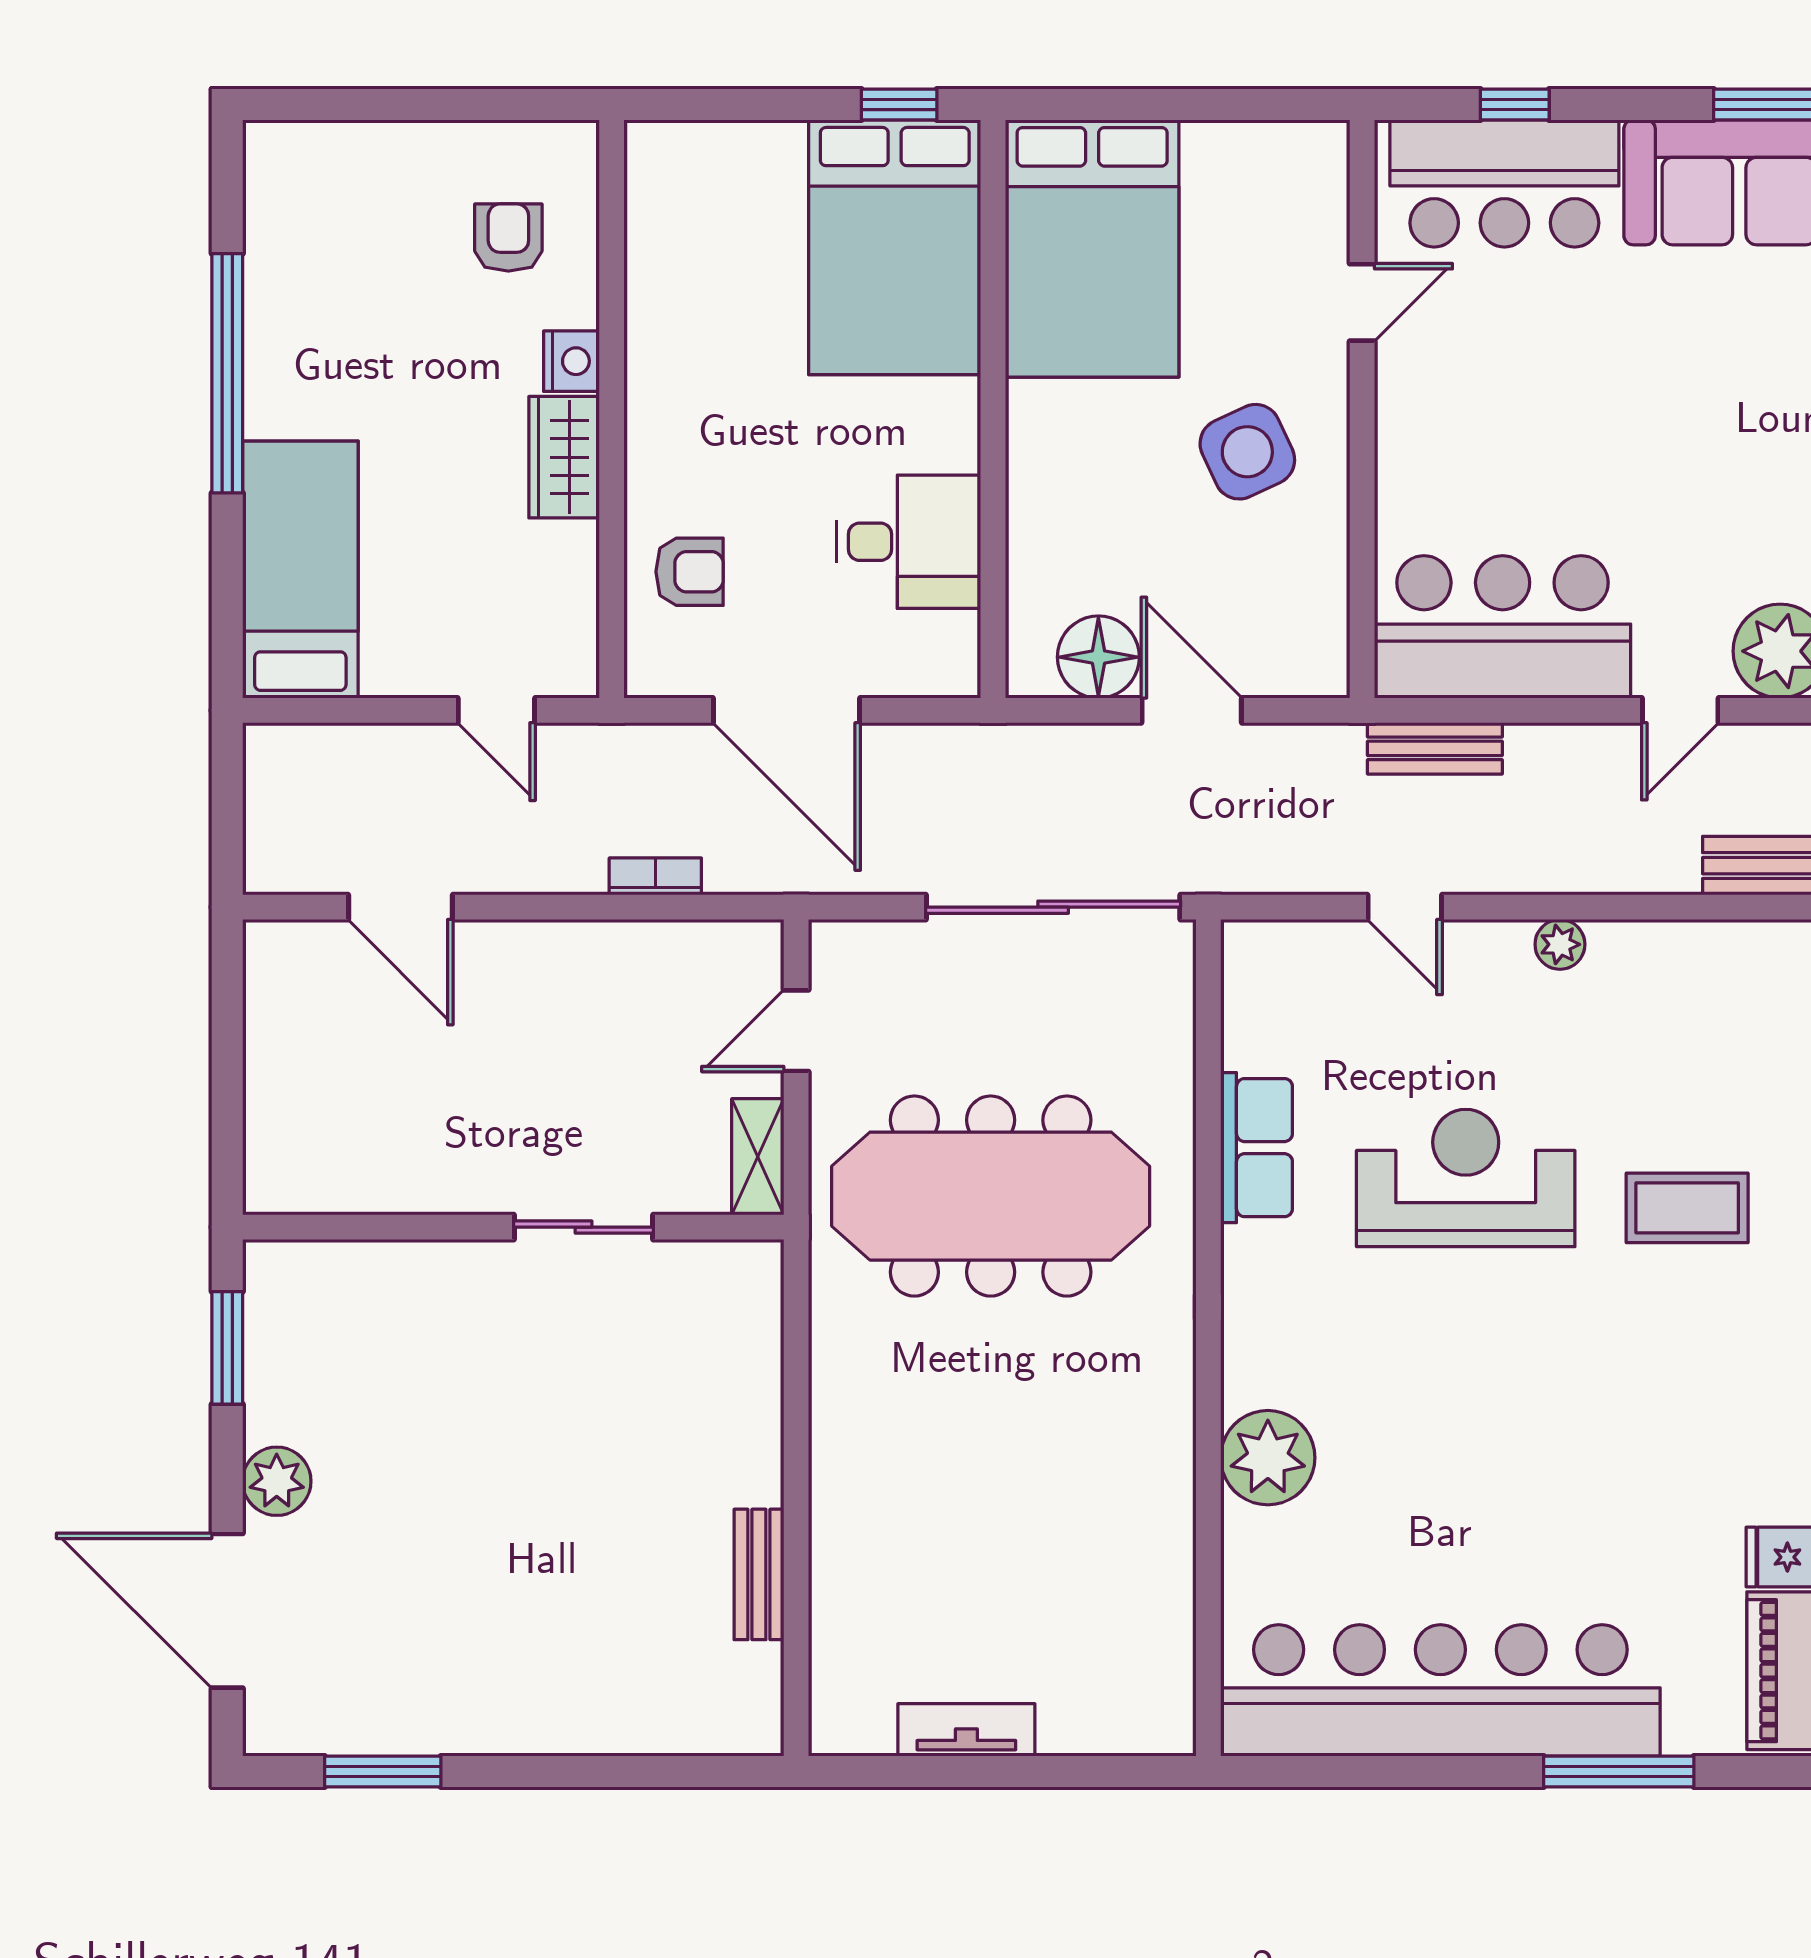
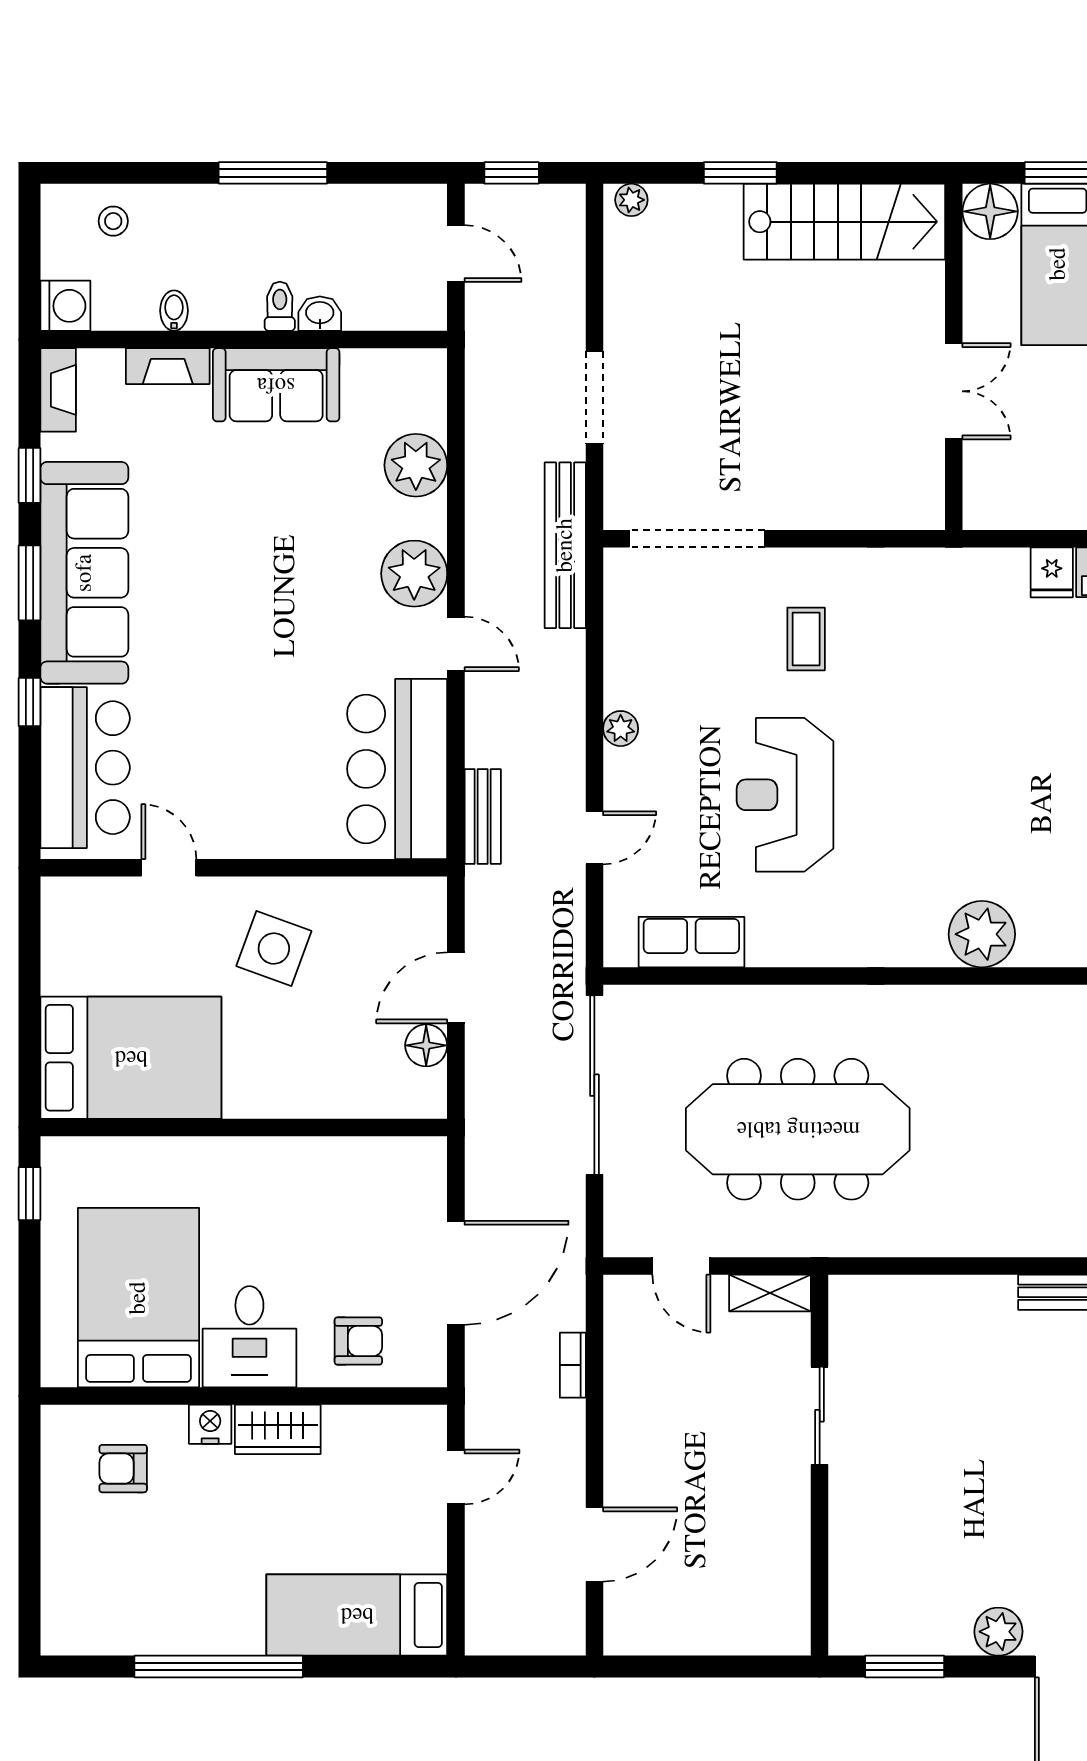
window: (1515, 104) -> (29, 702), moved
bed: (895, 247) -> (138, 1298), moved, turned -90
side table: (1247, 452) -> (274, 949), turned 45
desk: (909, 542) -> (249, 1337), moved, turned 180
armchair: (690, 572) -> (358, 1341), turned 90
floor lamp: (1098, 657) -> (426, 1045), width x0.73, depth x0.73
row of seats: (1257, 1148) -> (691, 942), moved
meeting table: (991, 1196) -> (798, 1129), turned 90
coffee table: (1687, 1208) -> (806, 639), width x0.73, depth x0.77

